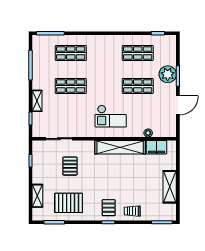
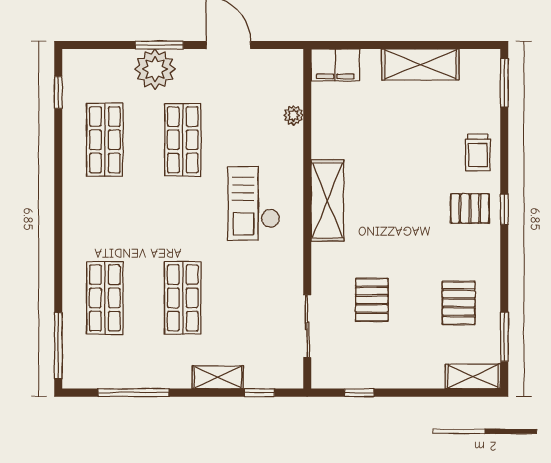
checkout: (111, 116) -> (254, 204), turned 180
shelving: (120, 147) -> (327, 200), width x0.68
filing cabinet: (156, 147) -> (335, 65), moved, turned 90
pallet: (70, 166) -> (372, 300), turned 90
shelving: (37, 196) -> (473, 376), moved
pallet: (69, 203) -> (459, 303), width x0.67, depth x0.71

